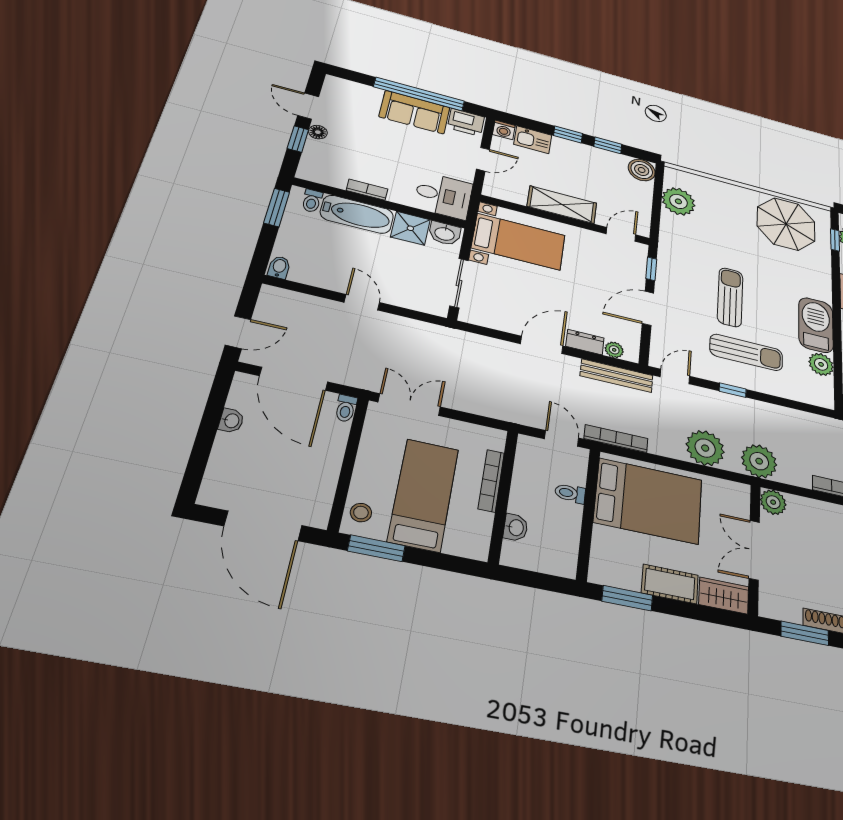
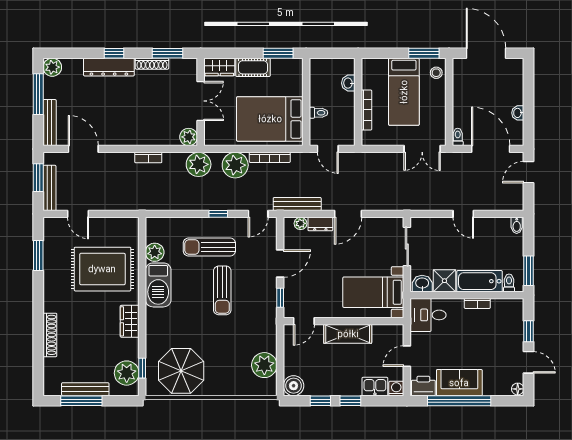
floor lamp: (318, 132) -> (518, 389), moved
bookcase: (616, 439) -> (270, 157), moved

